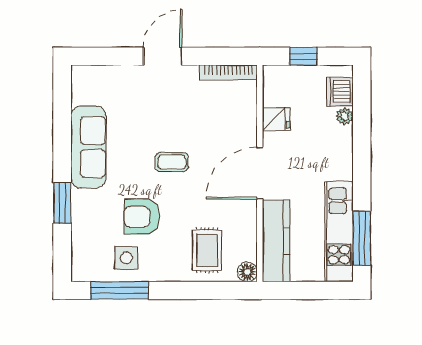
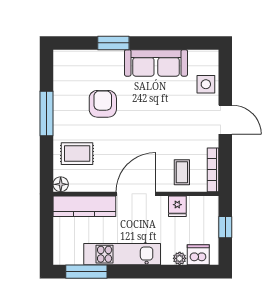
coffee table: (172, 162) -> (182, 172), moved
door: (260, 173) -> (136, 194), hinge flipped
kitchen unit: (339, 232) -> (122, 254), moved
side table: (126, 258) -> (206, 84), moved
window: (120, 290) -> (46, 113), moved

